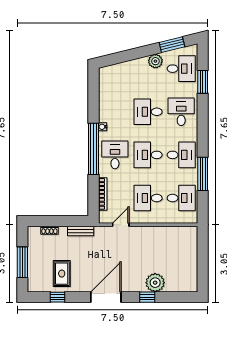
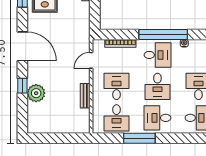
desk: (148, 155) -> (157, 86), turned 180
desk: (181, 155) -> (157, 118), turned 90
door: (121, 225) -> (91, 60), swing flipped
bench: (81, 231) -> (85, 96), moved

